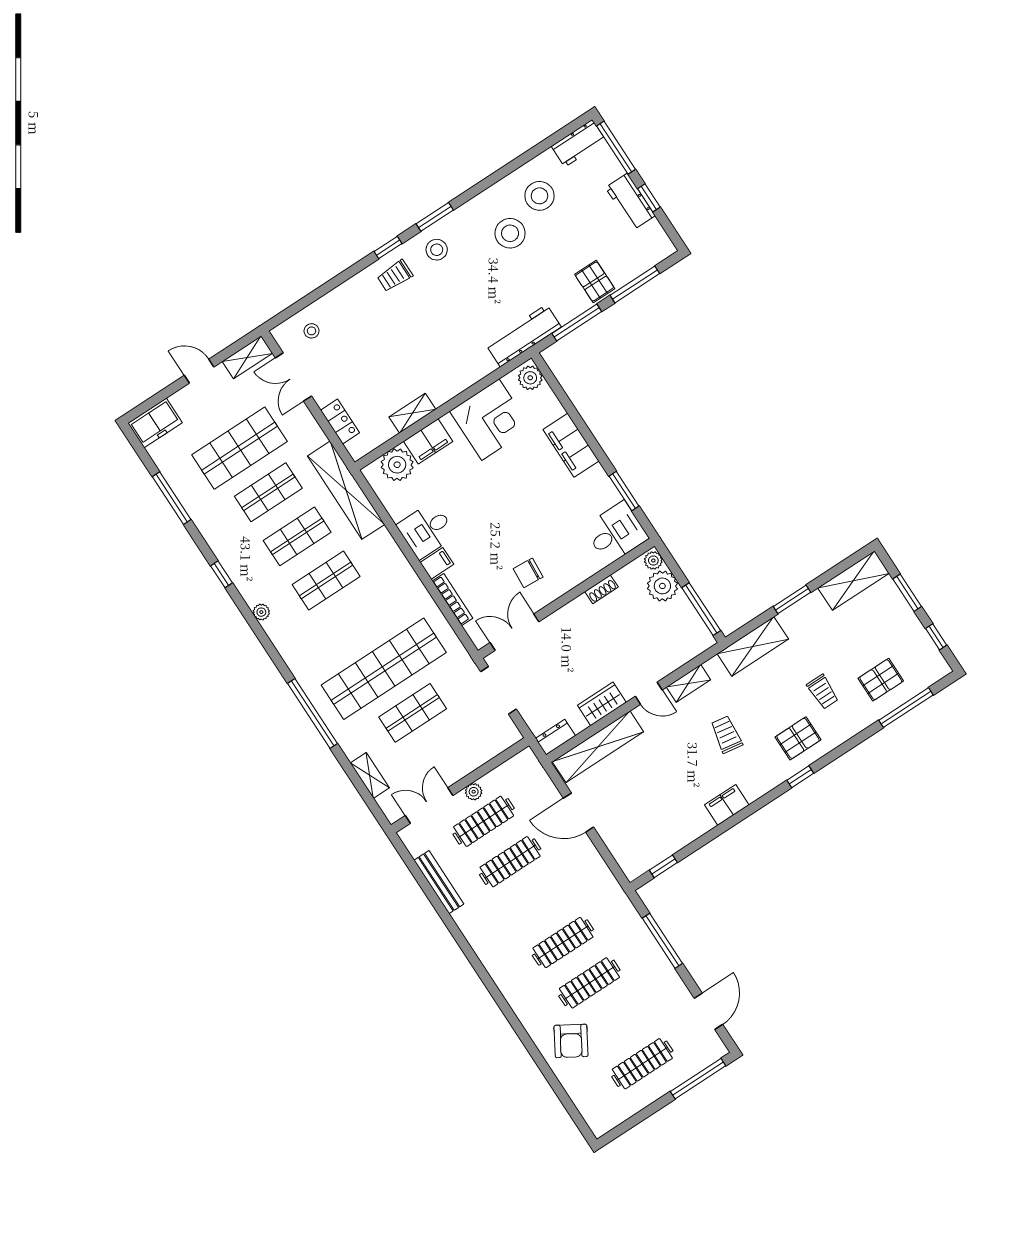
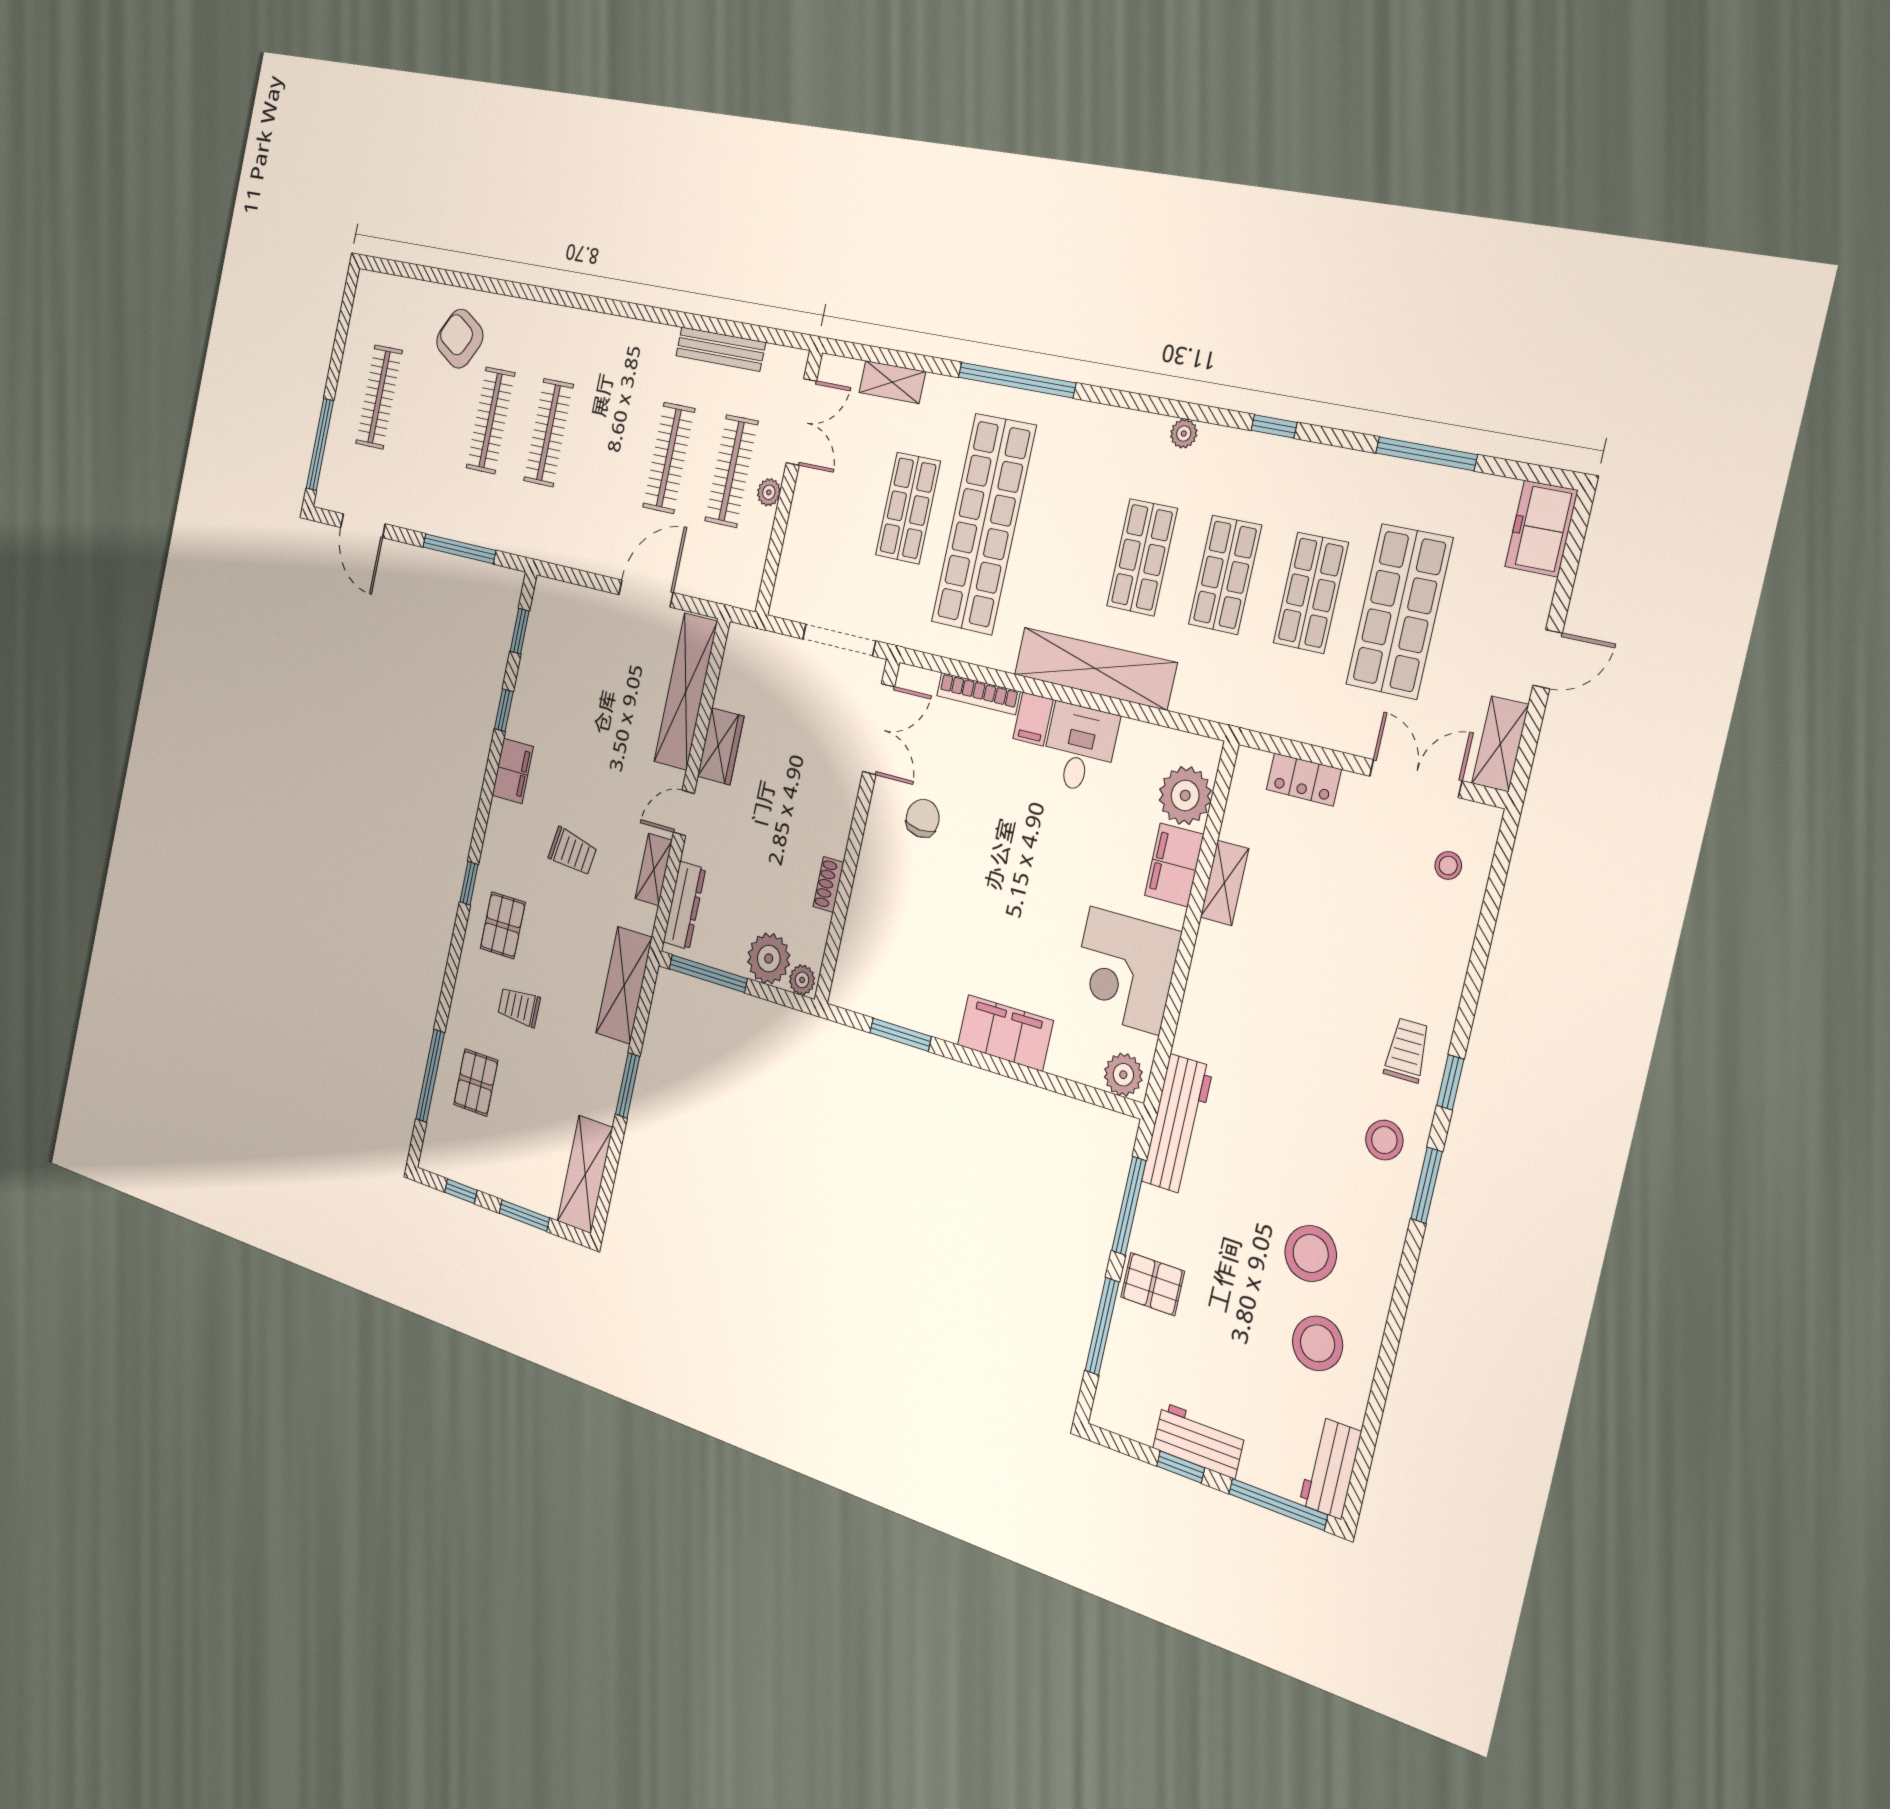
shelving: (346, 490) -> (1095, 668), moved
desk: (616, 533) -> (868, 972), removed
dresser: (555, 737) -> (684, 905), moved, width x1.44
window: (706, 838) -> (504, 710), added

